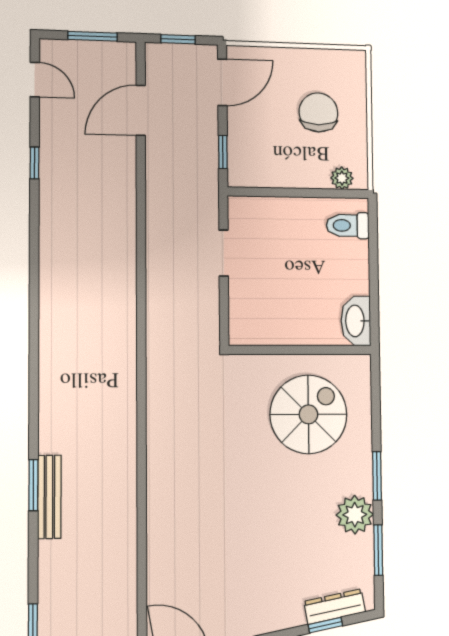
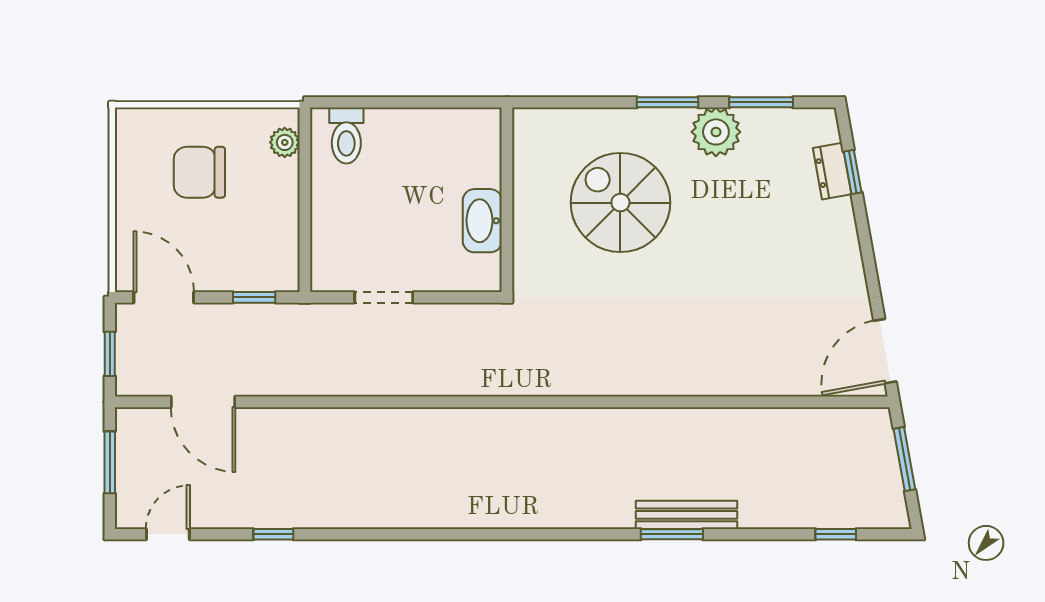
washbasin: (356, 321) -> (482, 221), moved, turned 90
spiral stairs: (308, 414) -> (620, 203), moved
dresser: (335, 607) -> (832, 171), width x0.70

